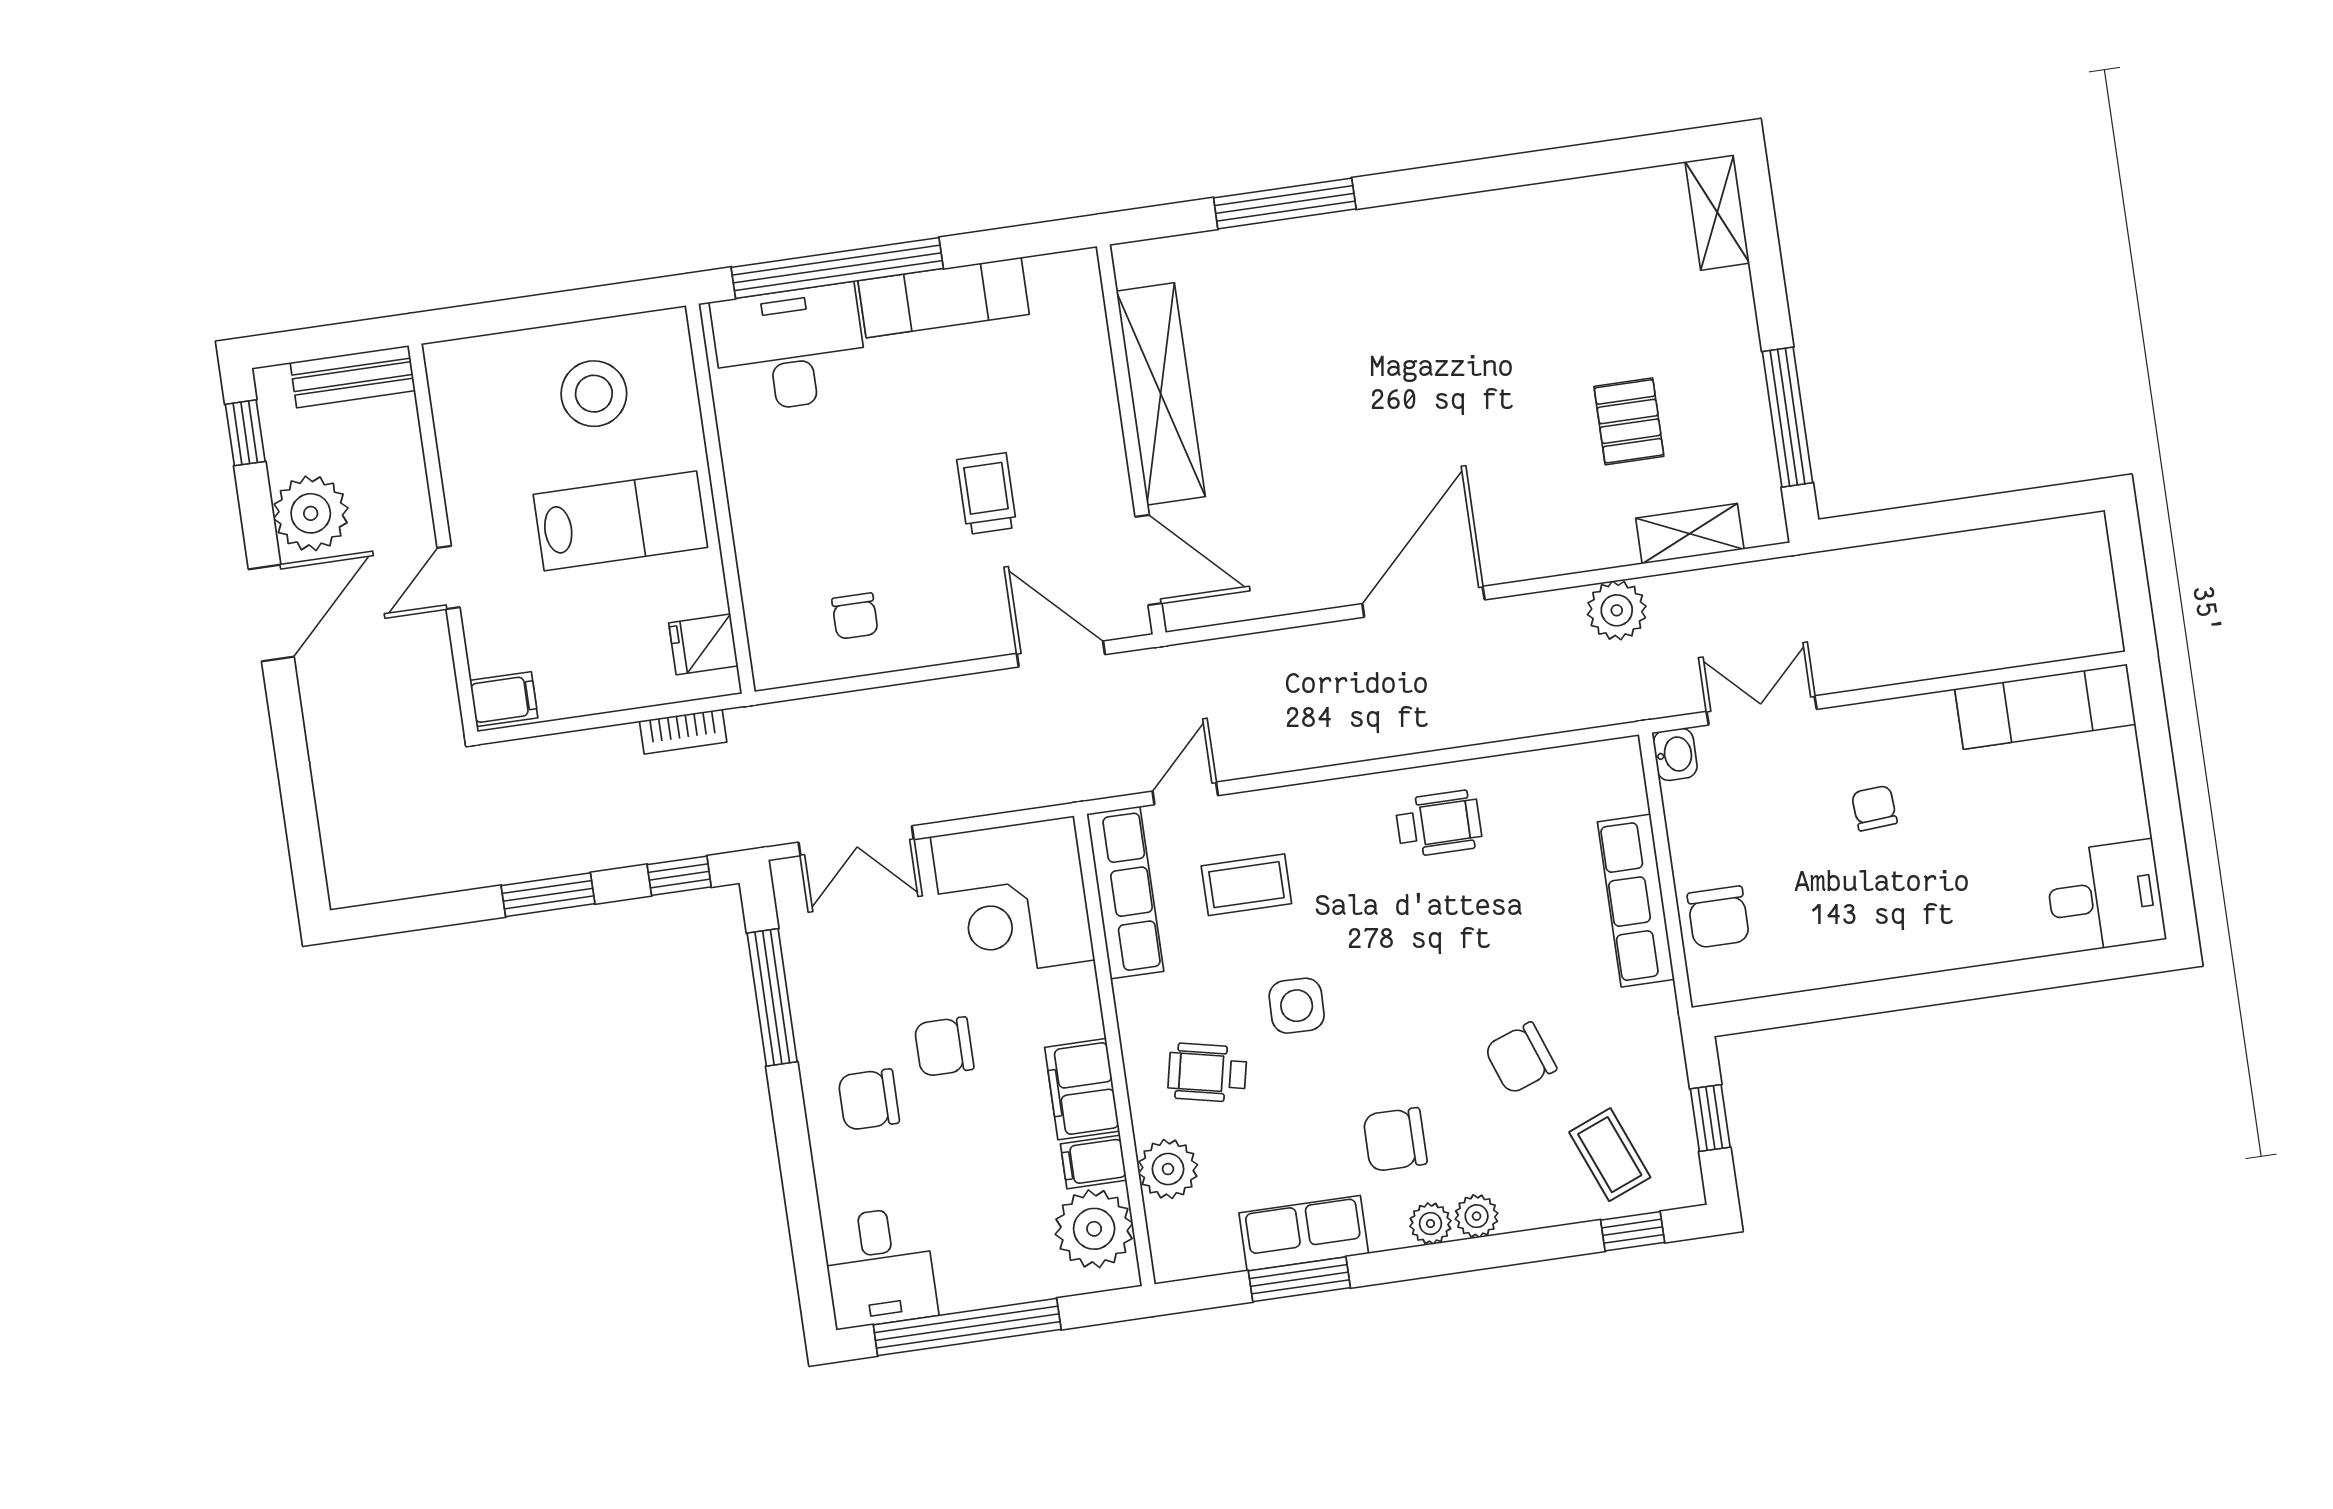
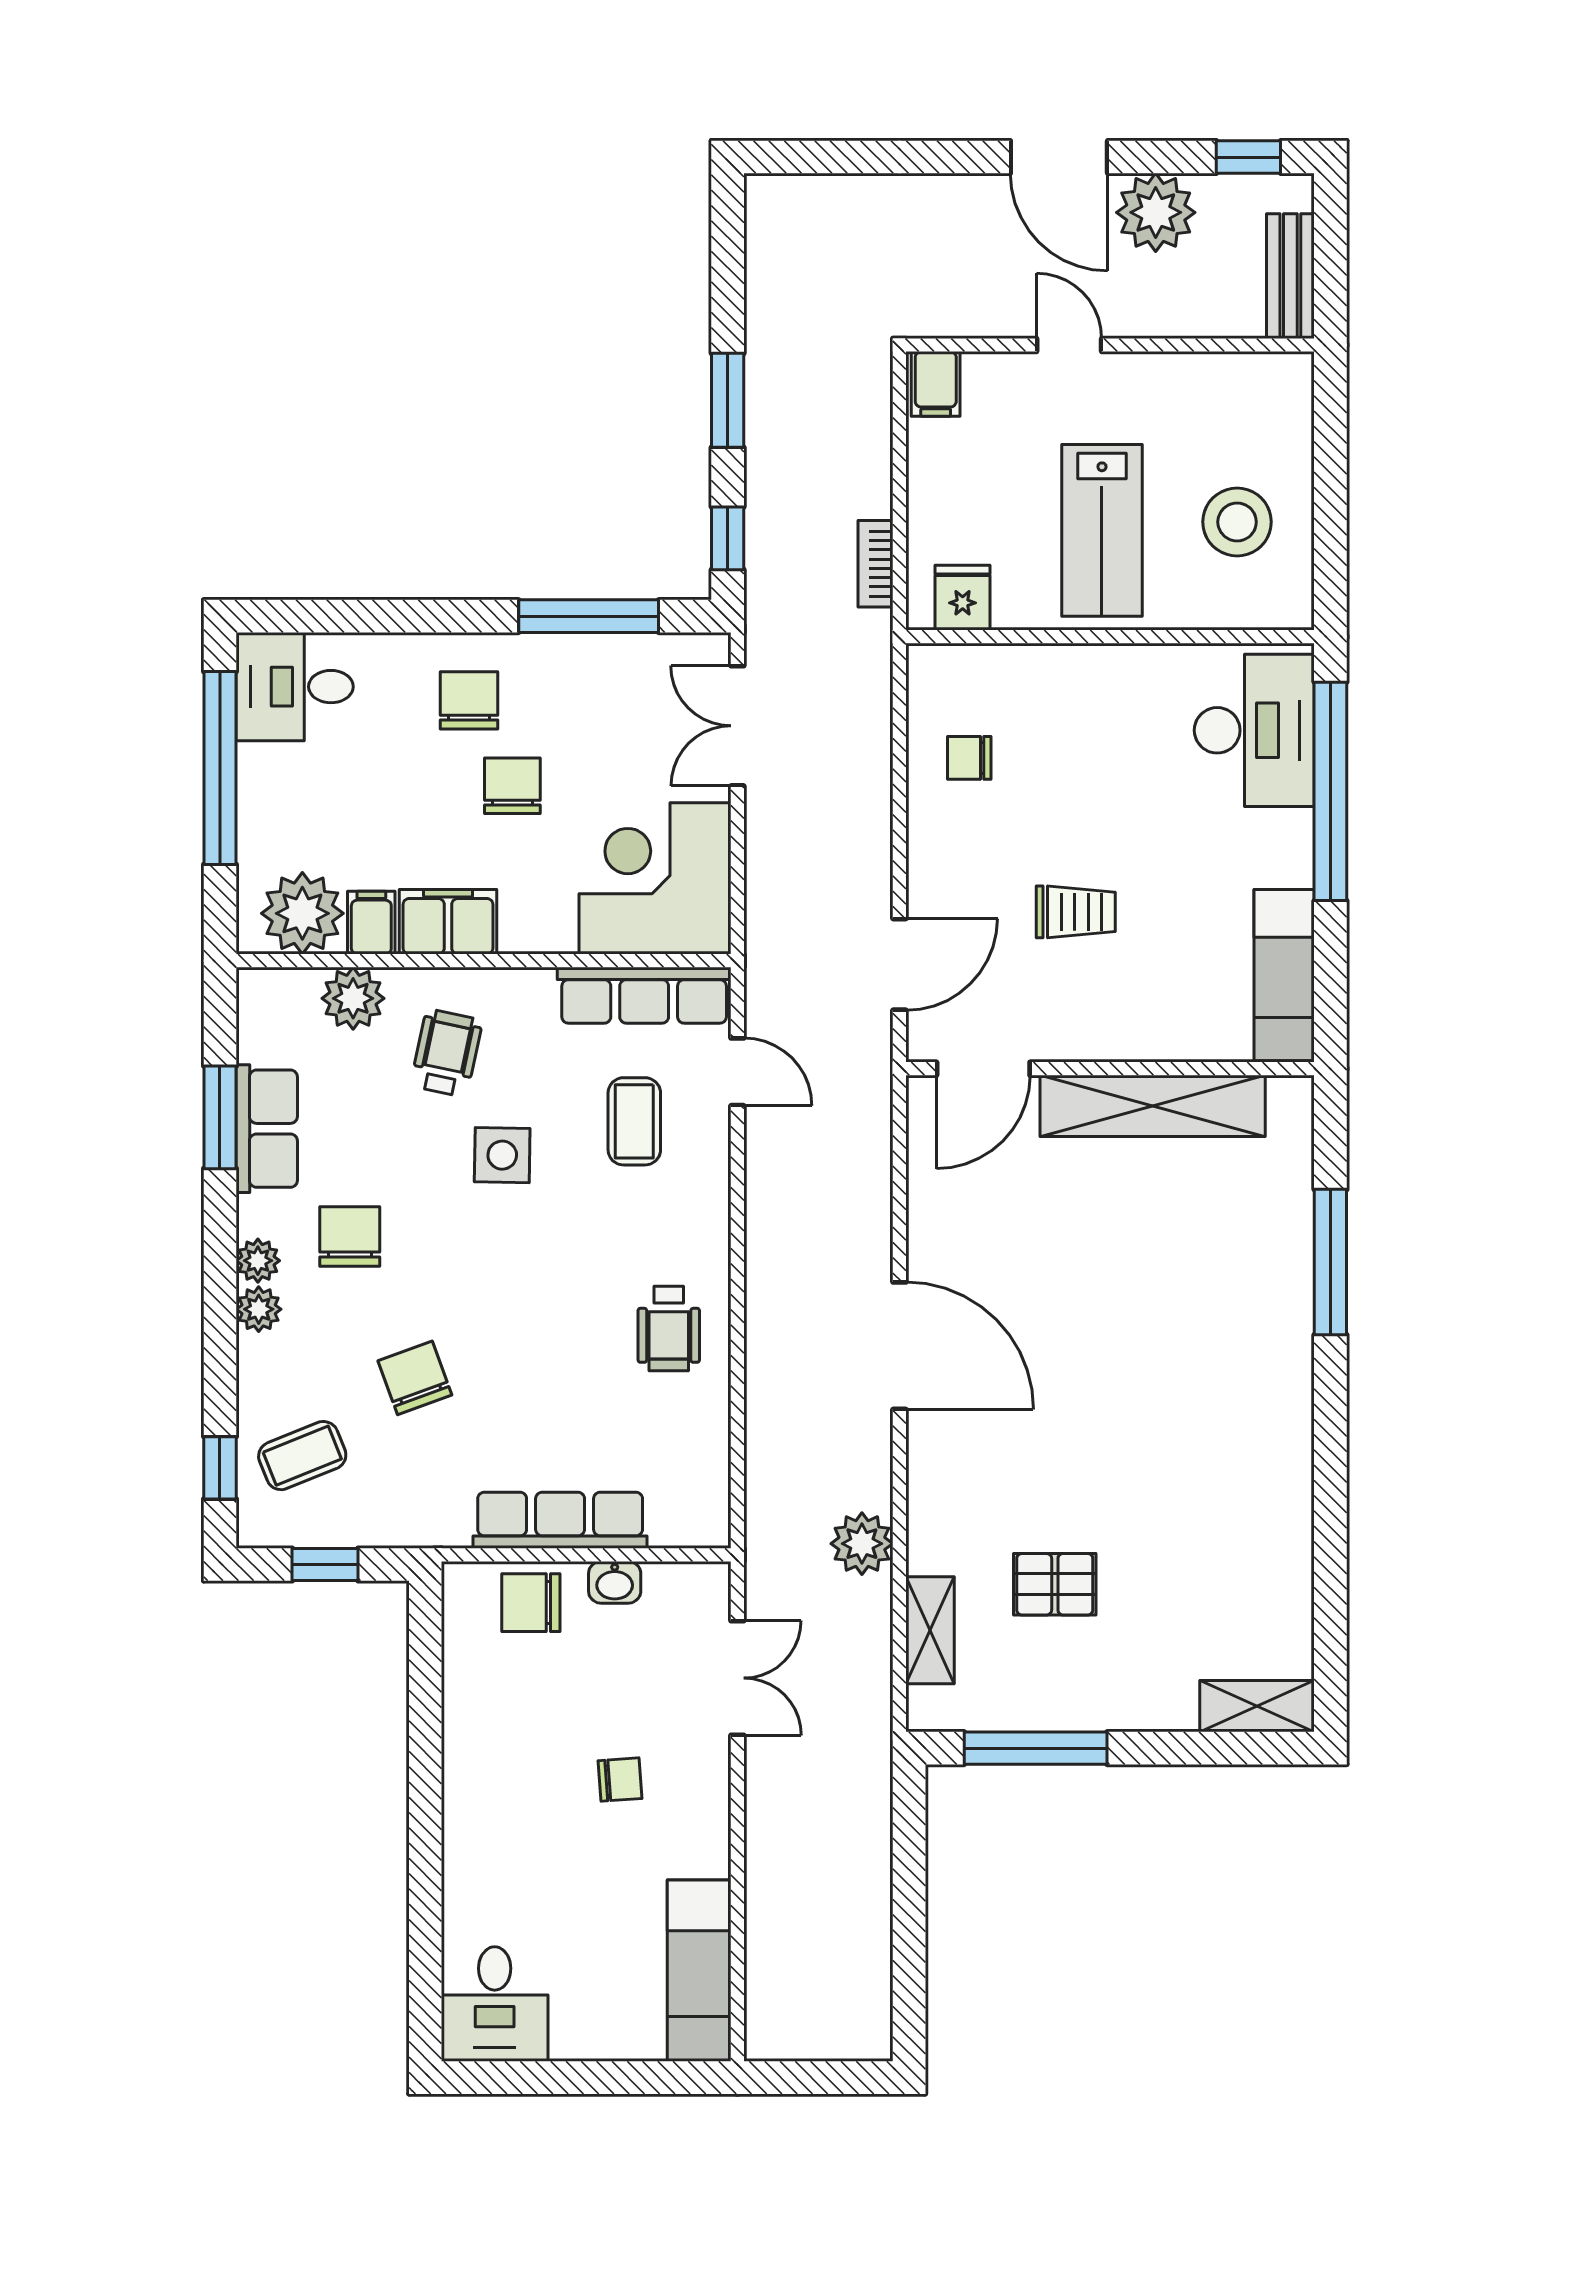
exam couch: (944, 297) -> (1284, 975), moved
washbasin: (1675, 754) -> (615, 1582), moved

